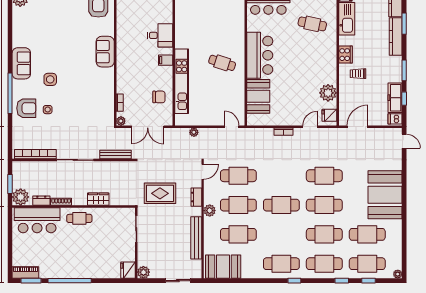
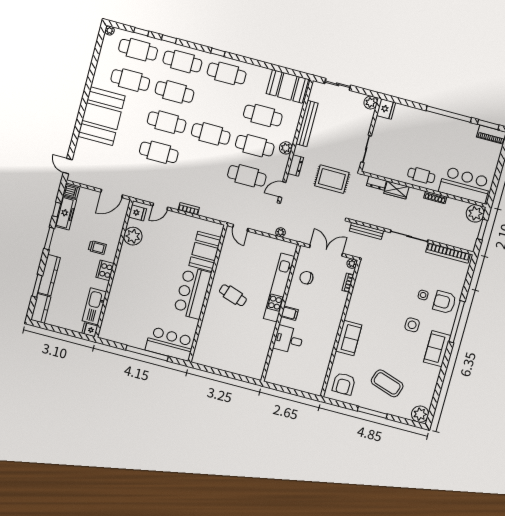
coffee table: (58, 19) -> (387, 383), added
cafe table: (312, 24) -> (131, 310), removed
dresser: (41, 201) -> (376, 183), moved

